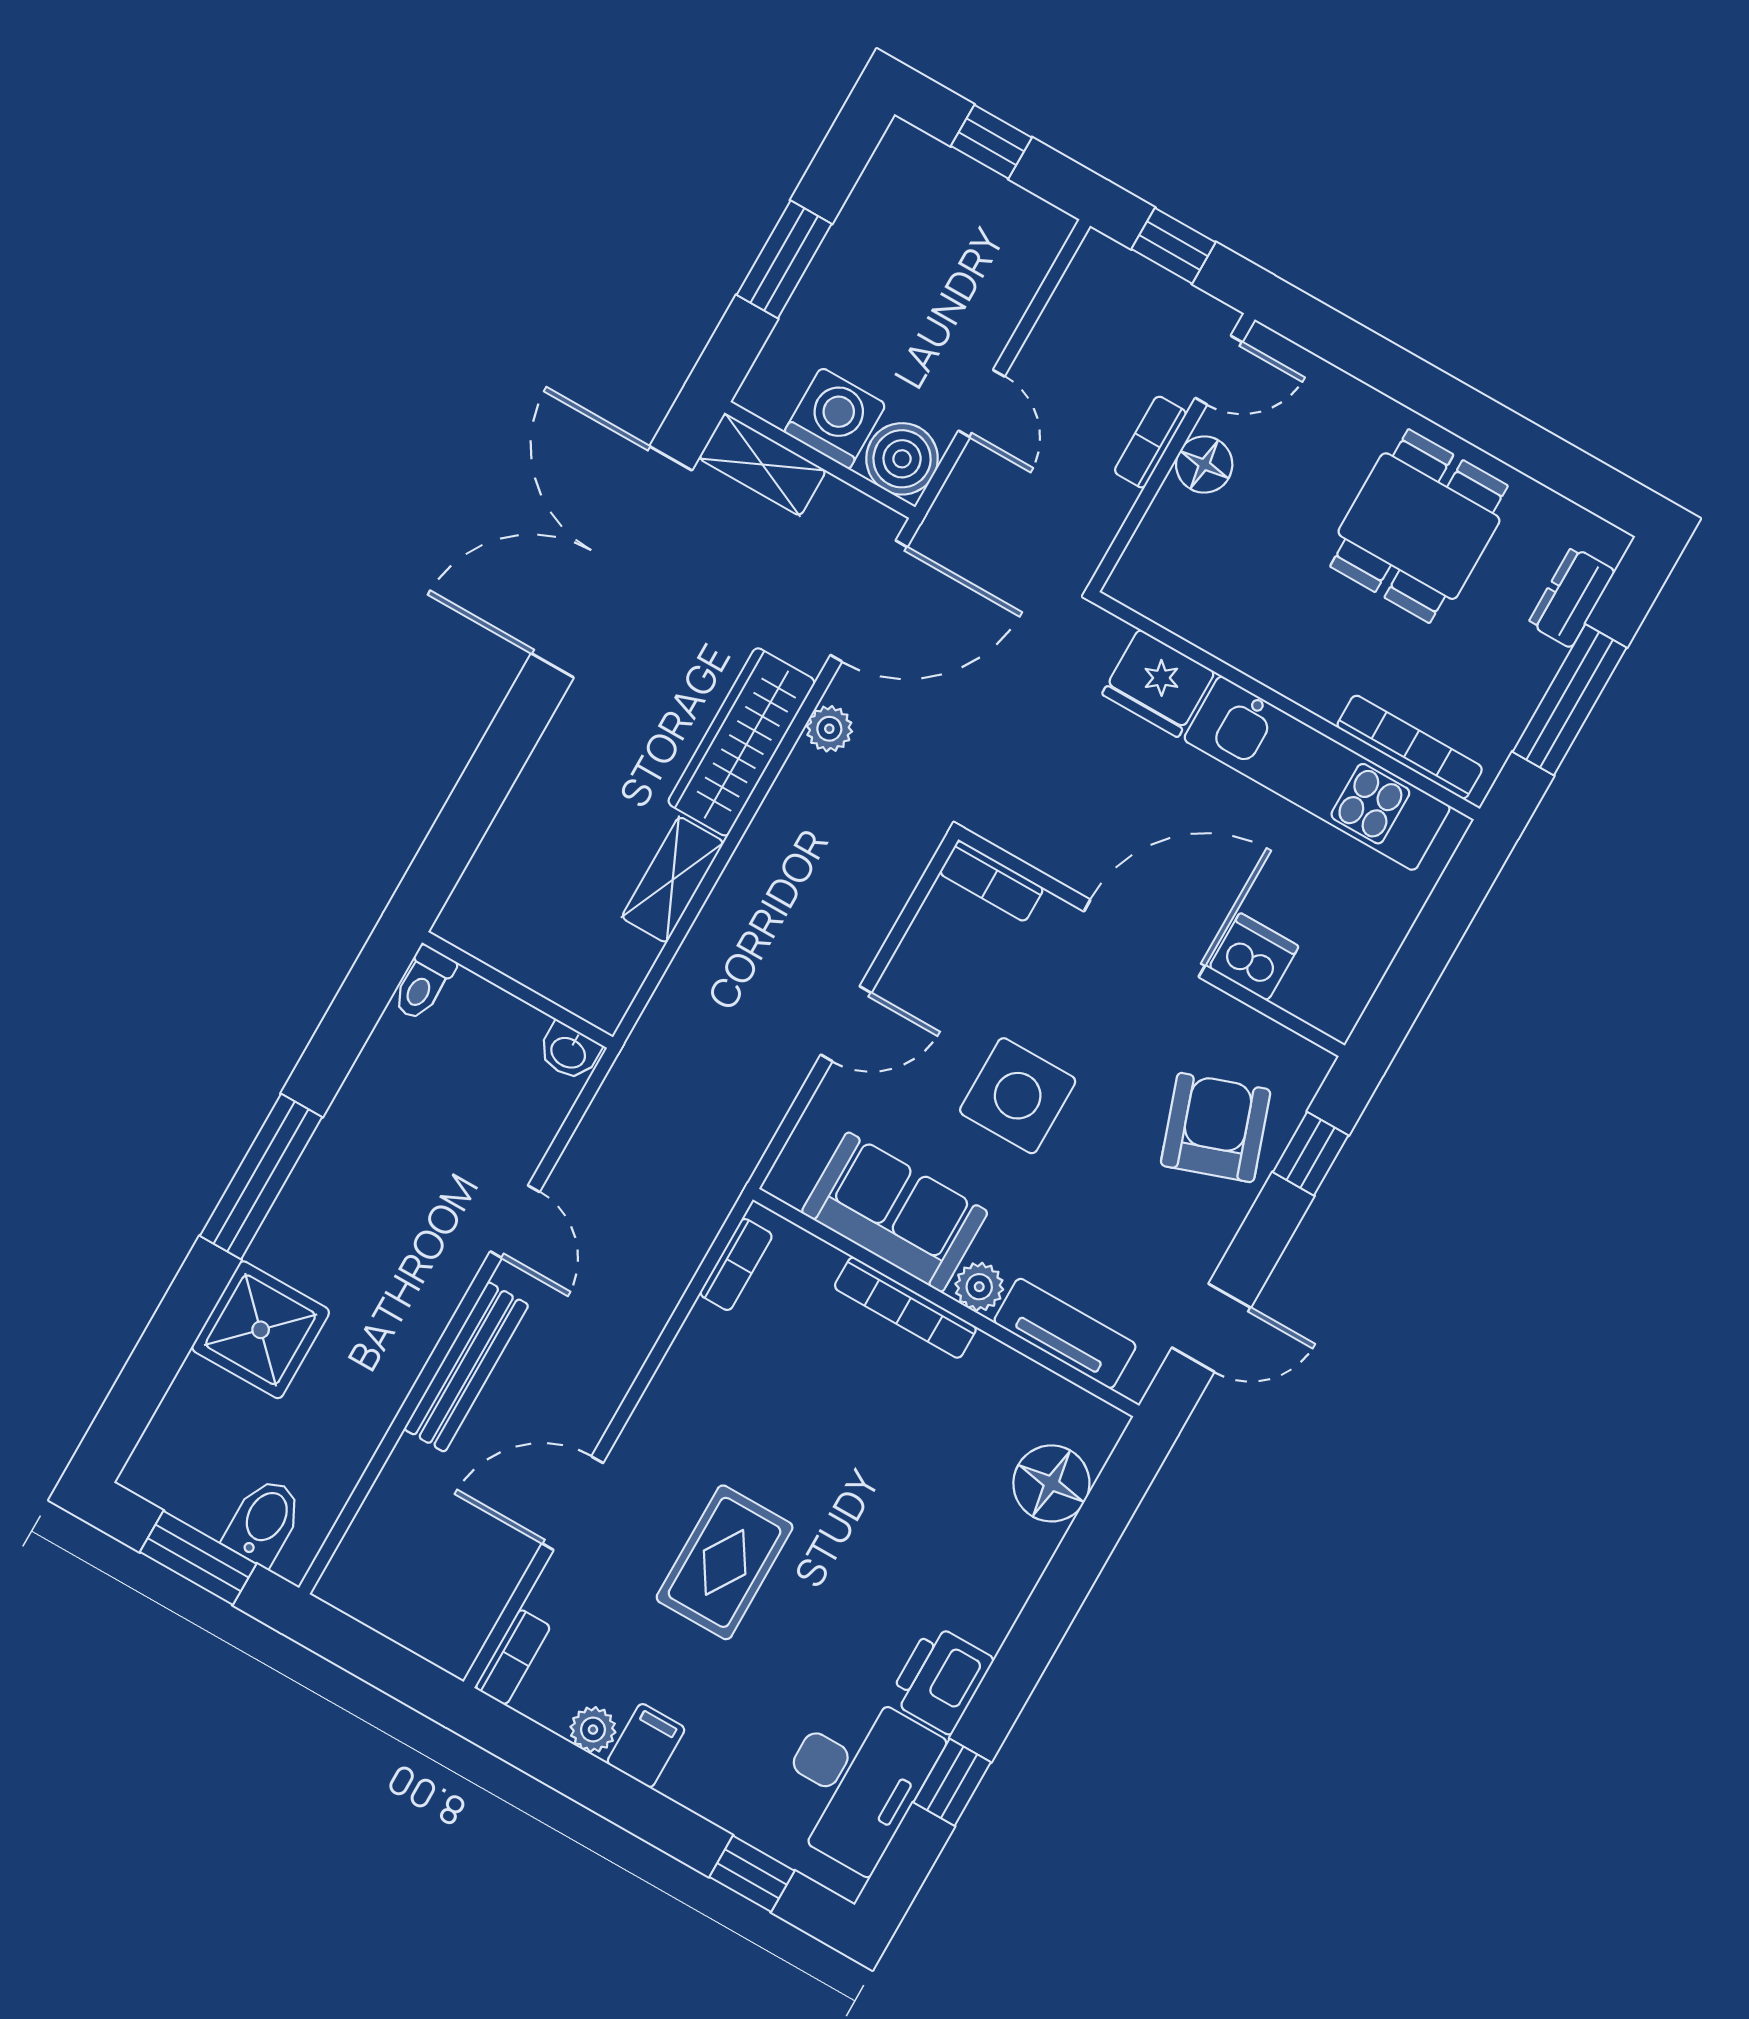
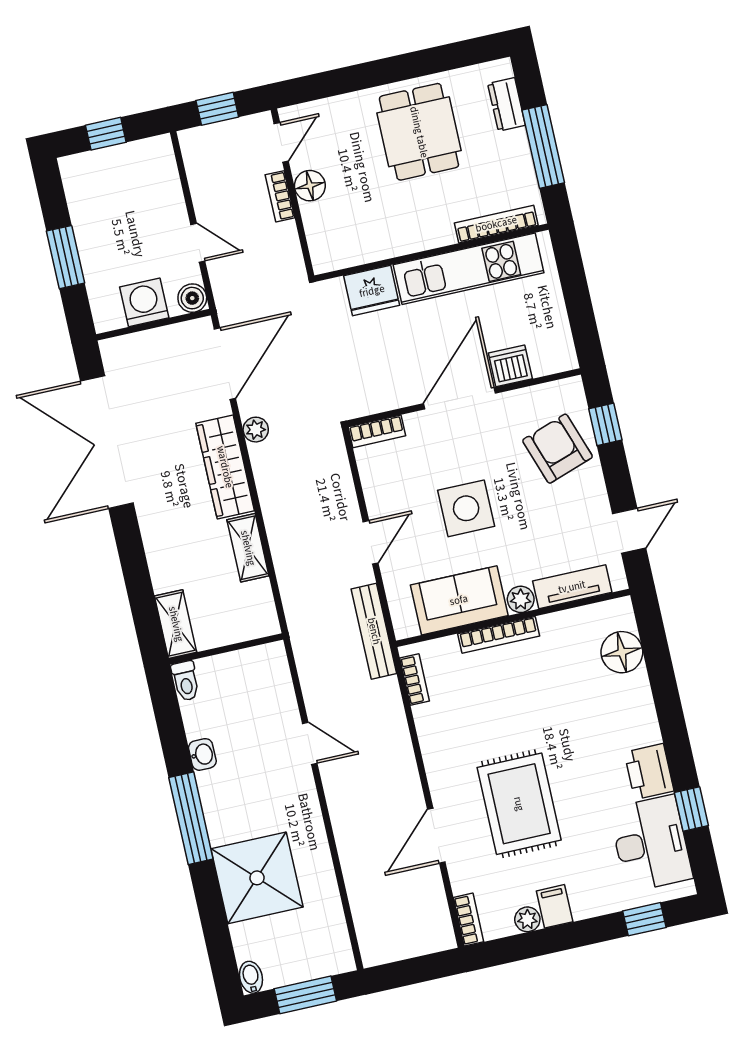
boiler: (902, 459) -> (192, 298), width x0.73, depth x0.73
shelving: (762, 464) -> (176, 624), moved, turned 90
washbasin: (569, 1052) -> (202, 754), moved, turned -90
shower: (261, 1330) -> (257, 878), width x1.37, depth x1.37
bench: (466, 1367) -> (374, 631), moved
bidet: (264, 1521) -> (251, 977), moved, width x0.72, depth x0.74
rug: (725, 1562) -> (519, 804), width x1.36, depth x1.43

